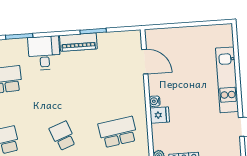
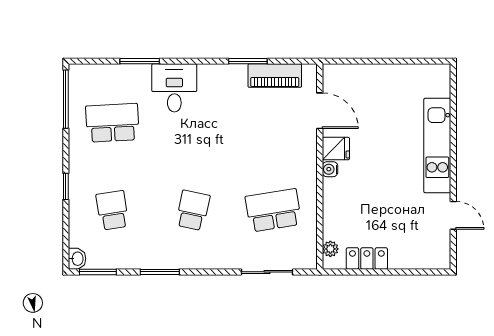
piano: (78, 42) -> (275, 76), moved
fridge: (160, 115) -> (336, 149), moved
school desk: (63, 136) -> (193, 210), turned 33

